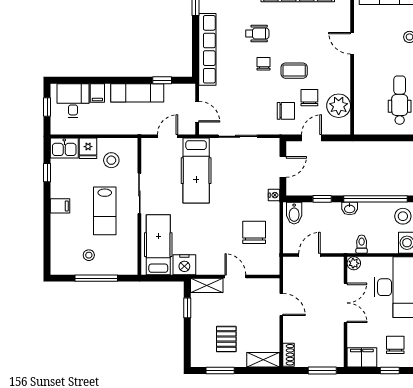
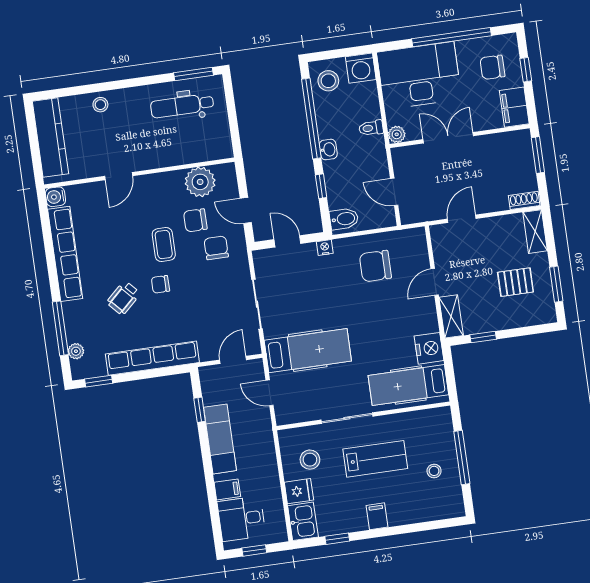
wheelchair: (257, 34) -> (123, 298), turned -133

